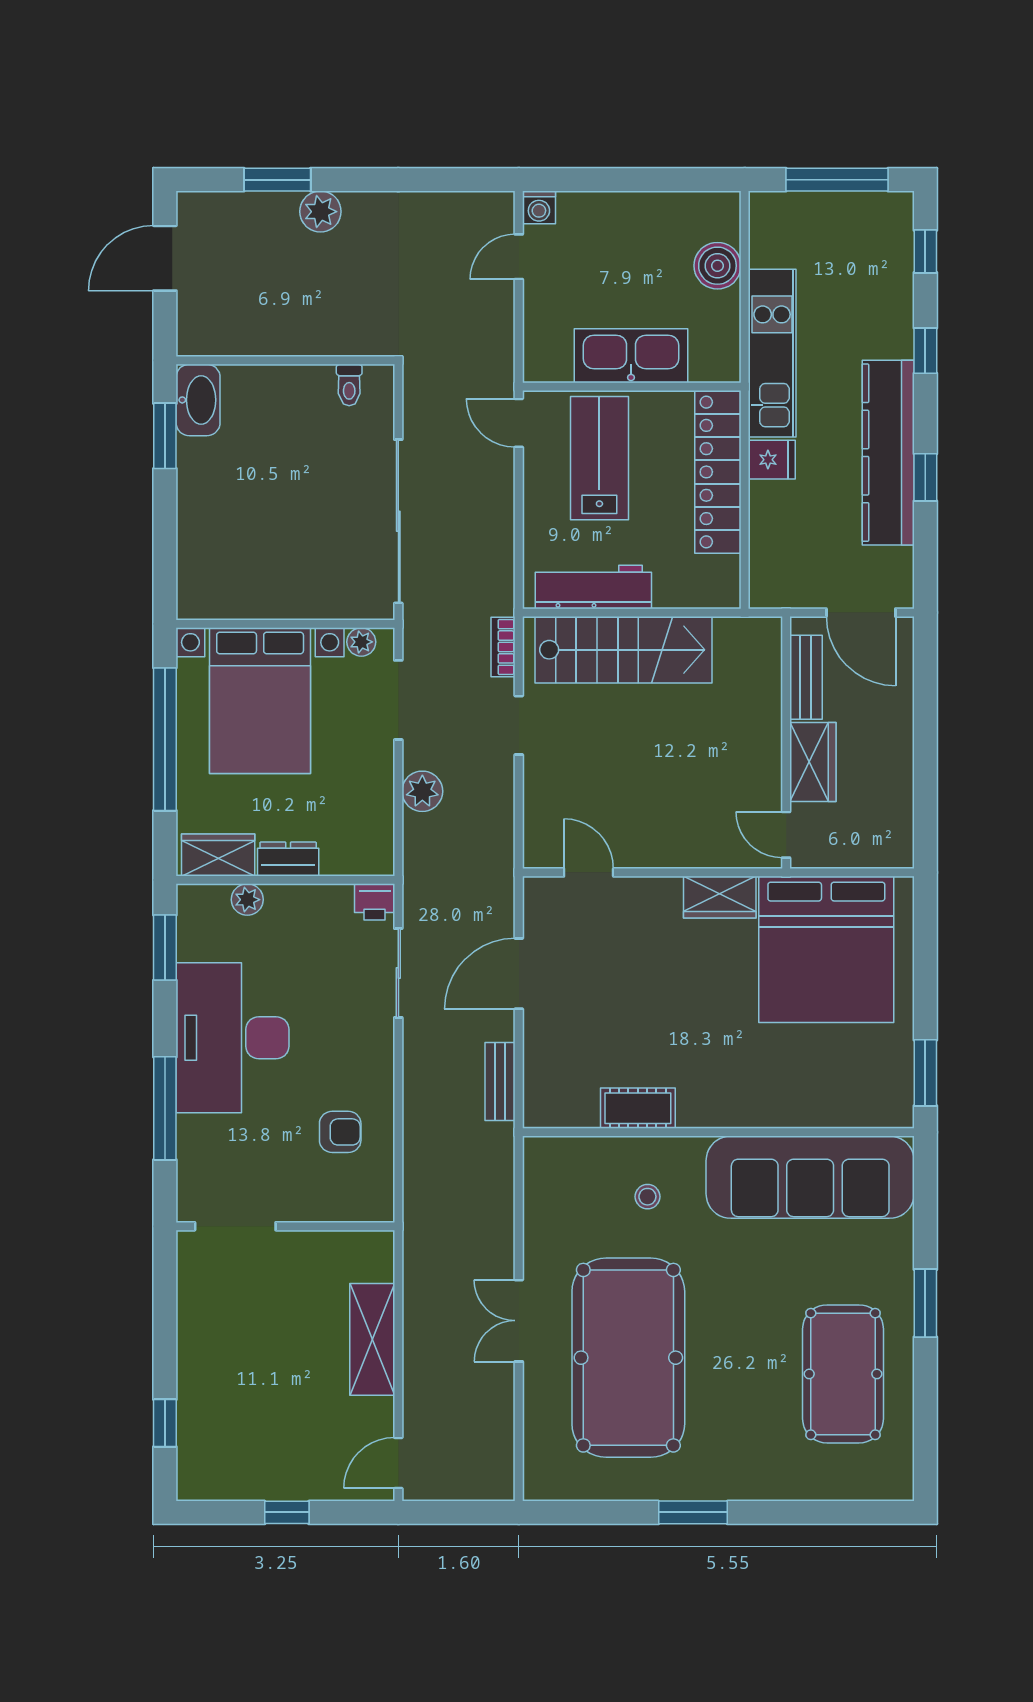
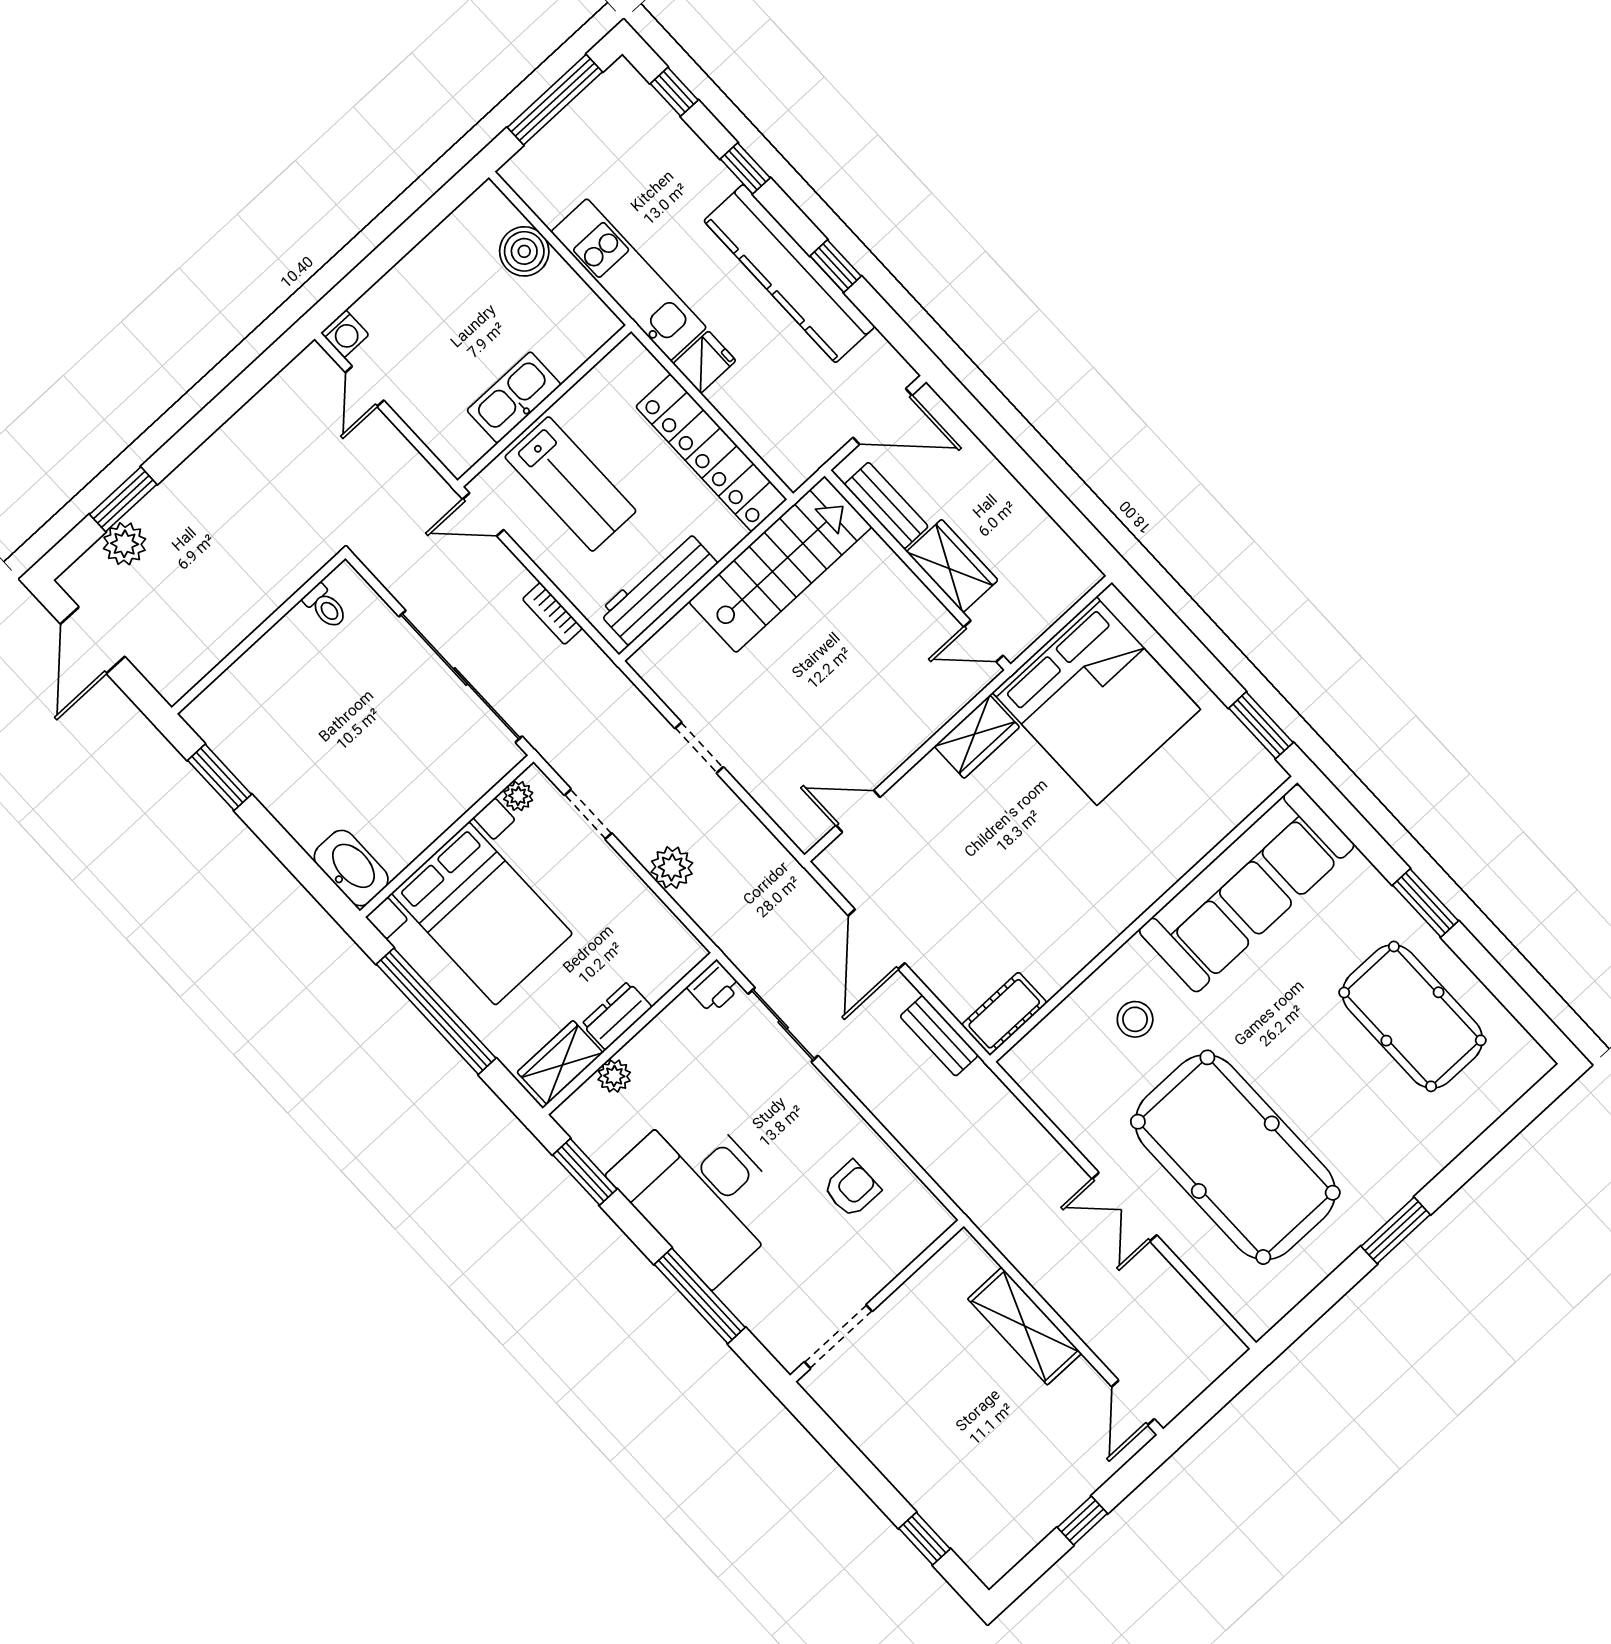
plant: (320, 212) -> (125, 544), moved
kitchen sink: (631, 356) -> (514, 397), width x0.73, depth x0.81
washbasin: (198, 400) -> (351, 868), moved
lab bench: (599, 458) -> (570, 484), turned 180
locker: (718, 472) -> (711, 453), moved
bookcase: (503, 647) -> (552, 614), moved
stairs: (623, 650) -> (780, 564), moved
doorway: (398, 700) -> (588, 814), width x0.73
cot: (638, 1108) -> (1004, 1014), moved
stool: (647, 1197) -> (1135, 1019), width x1.37, depth x1.37

